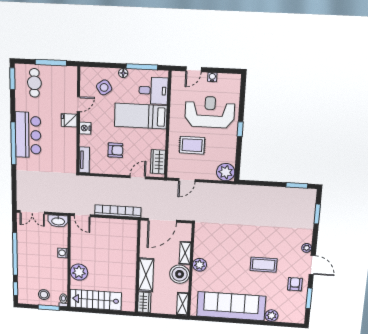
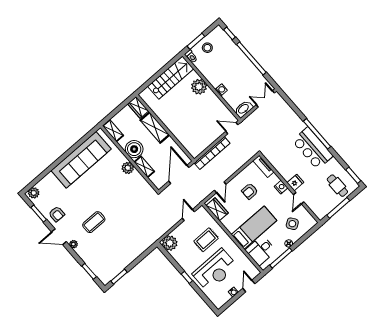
coffee table: (264, 265) -> (94, 222), moved
plant: (271, 316) -> (34, 193), moved

